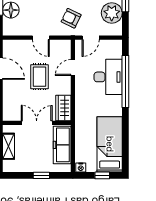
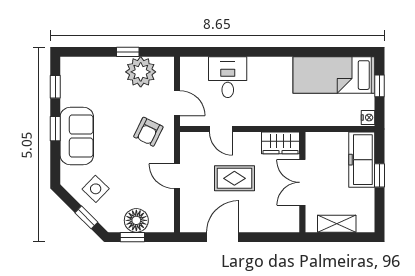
door: (41, 38) -> (177, 176), swing flipped
desk: (108, 77) -> (228, 77), width x0.73
window: (125, 82) -> (242, 52), removed
freezer: (62, 145) -> (362, 160), moved, turned 90

